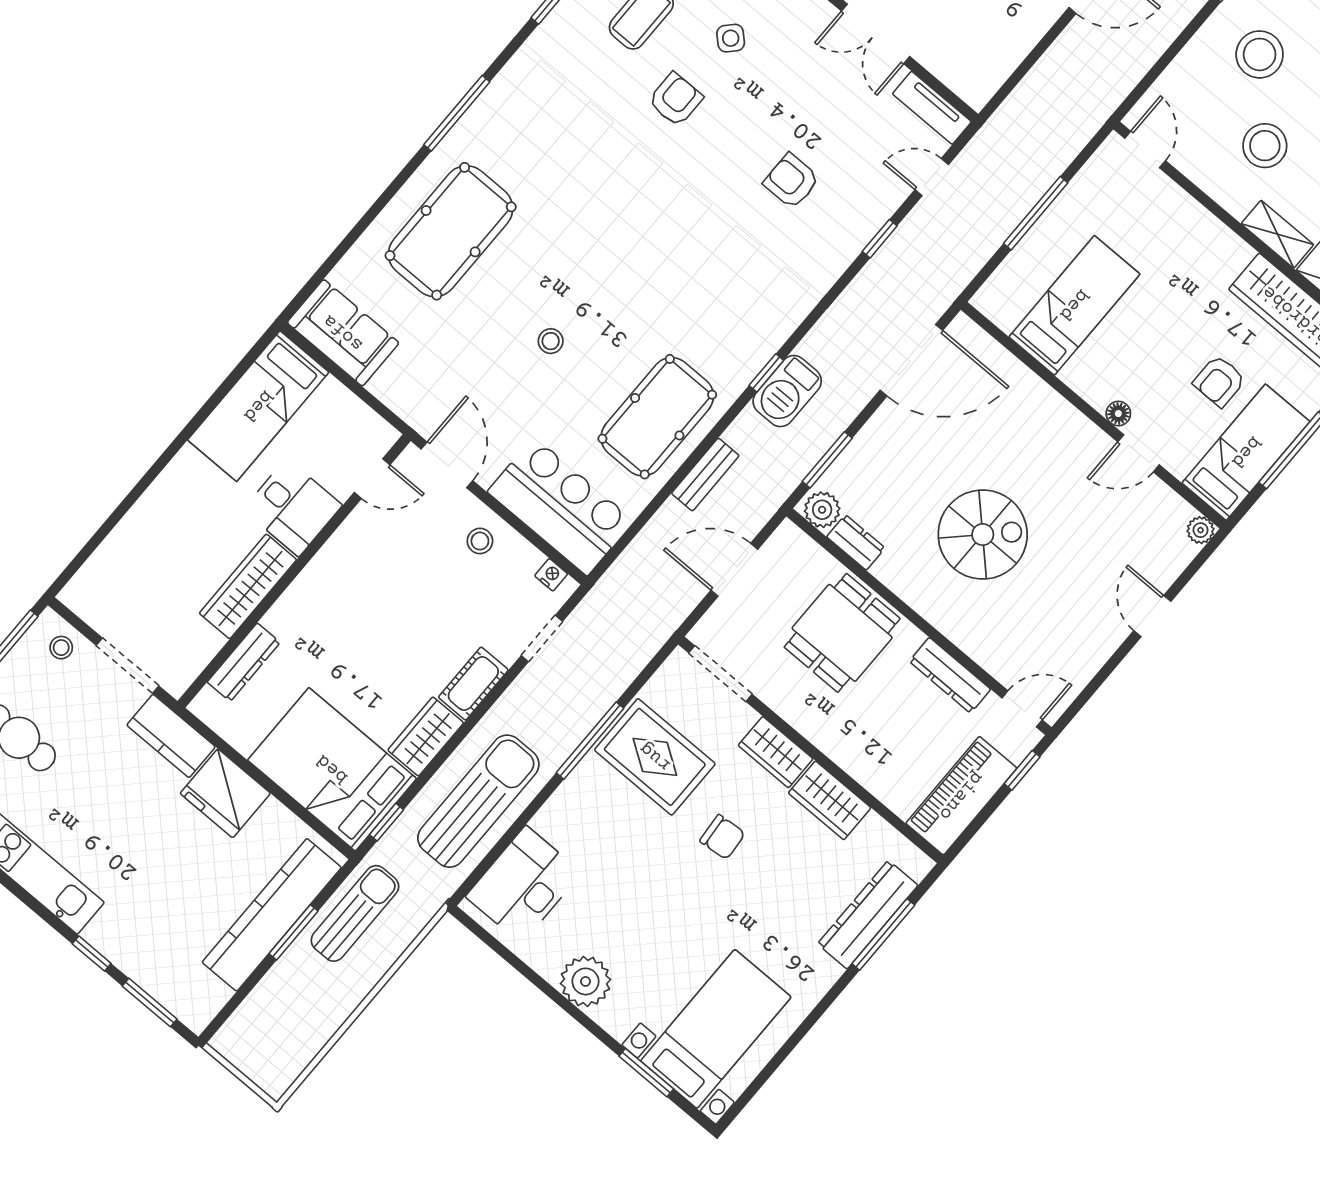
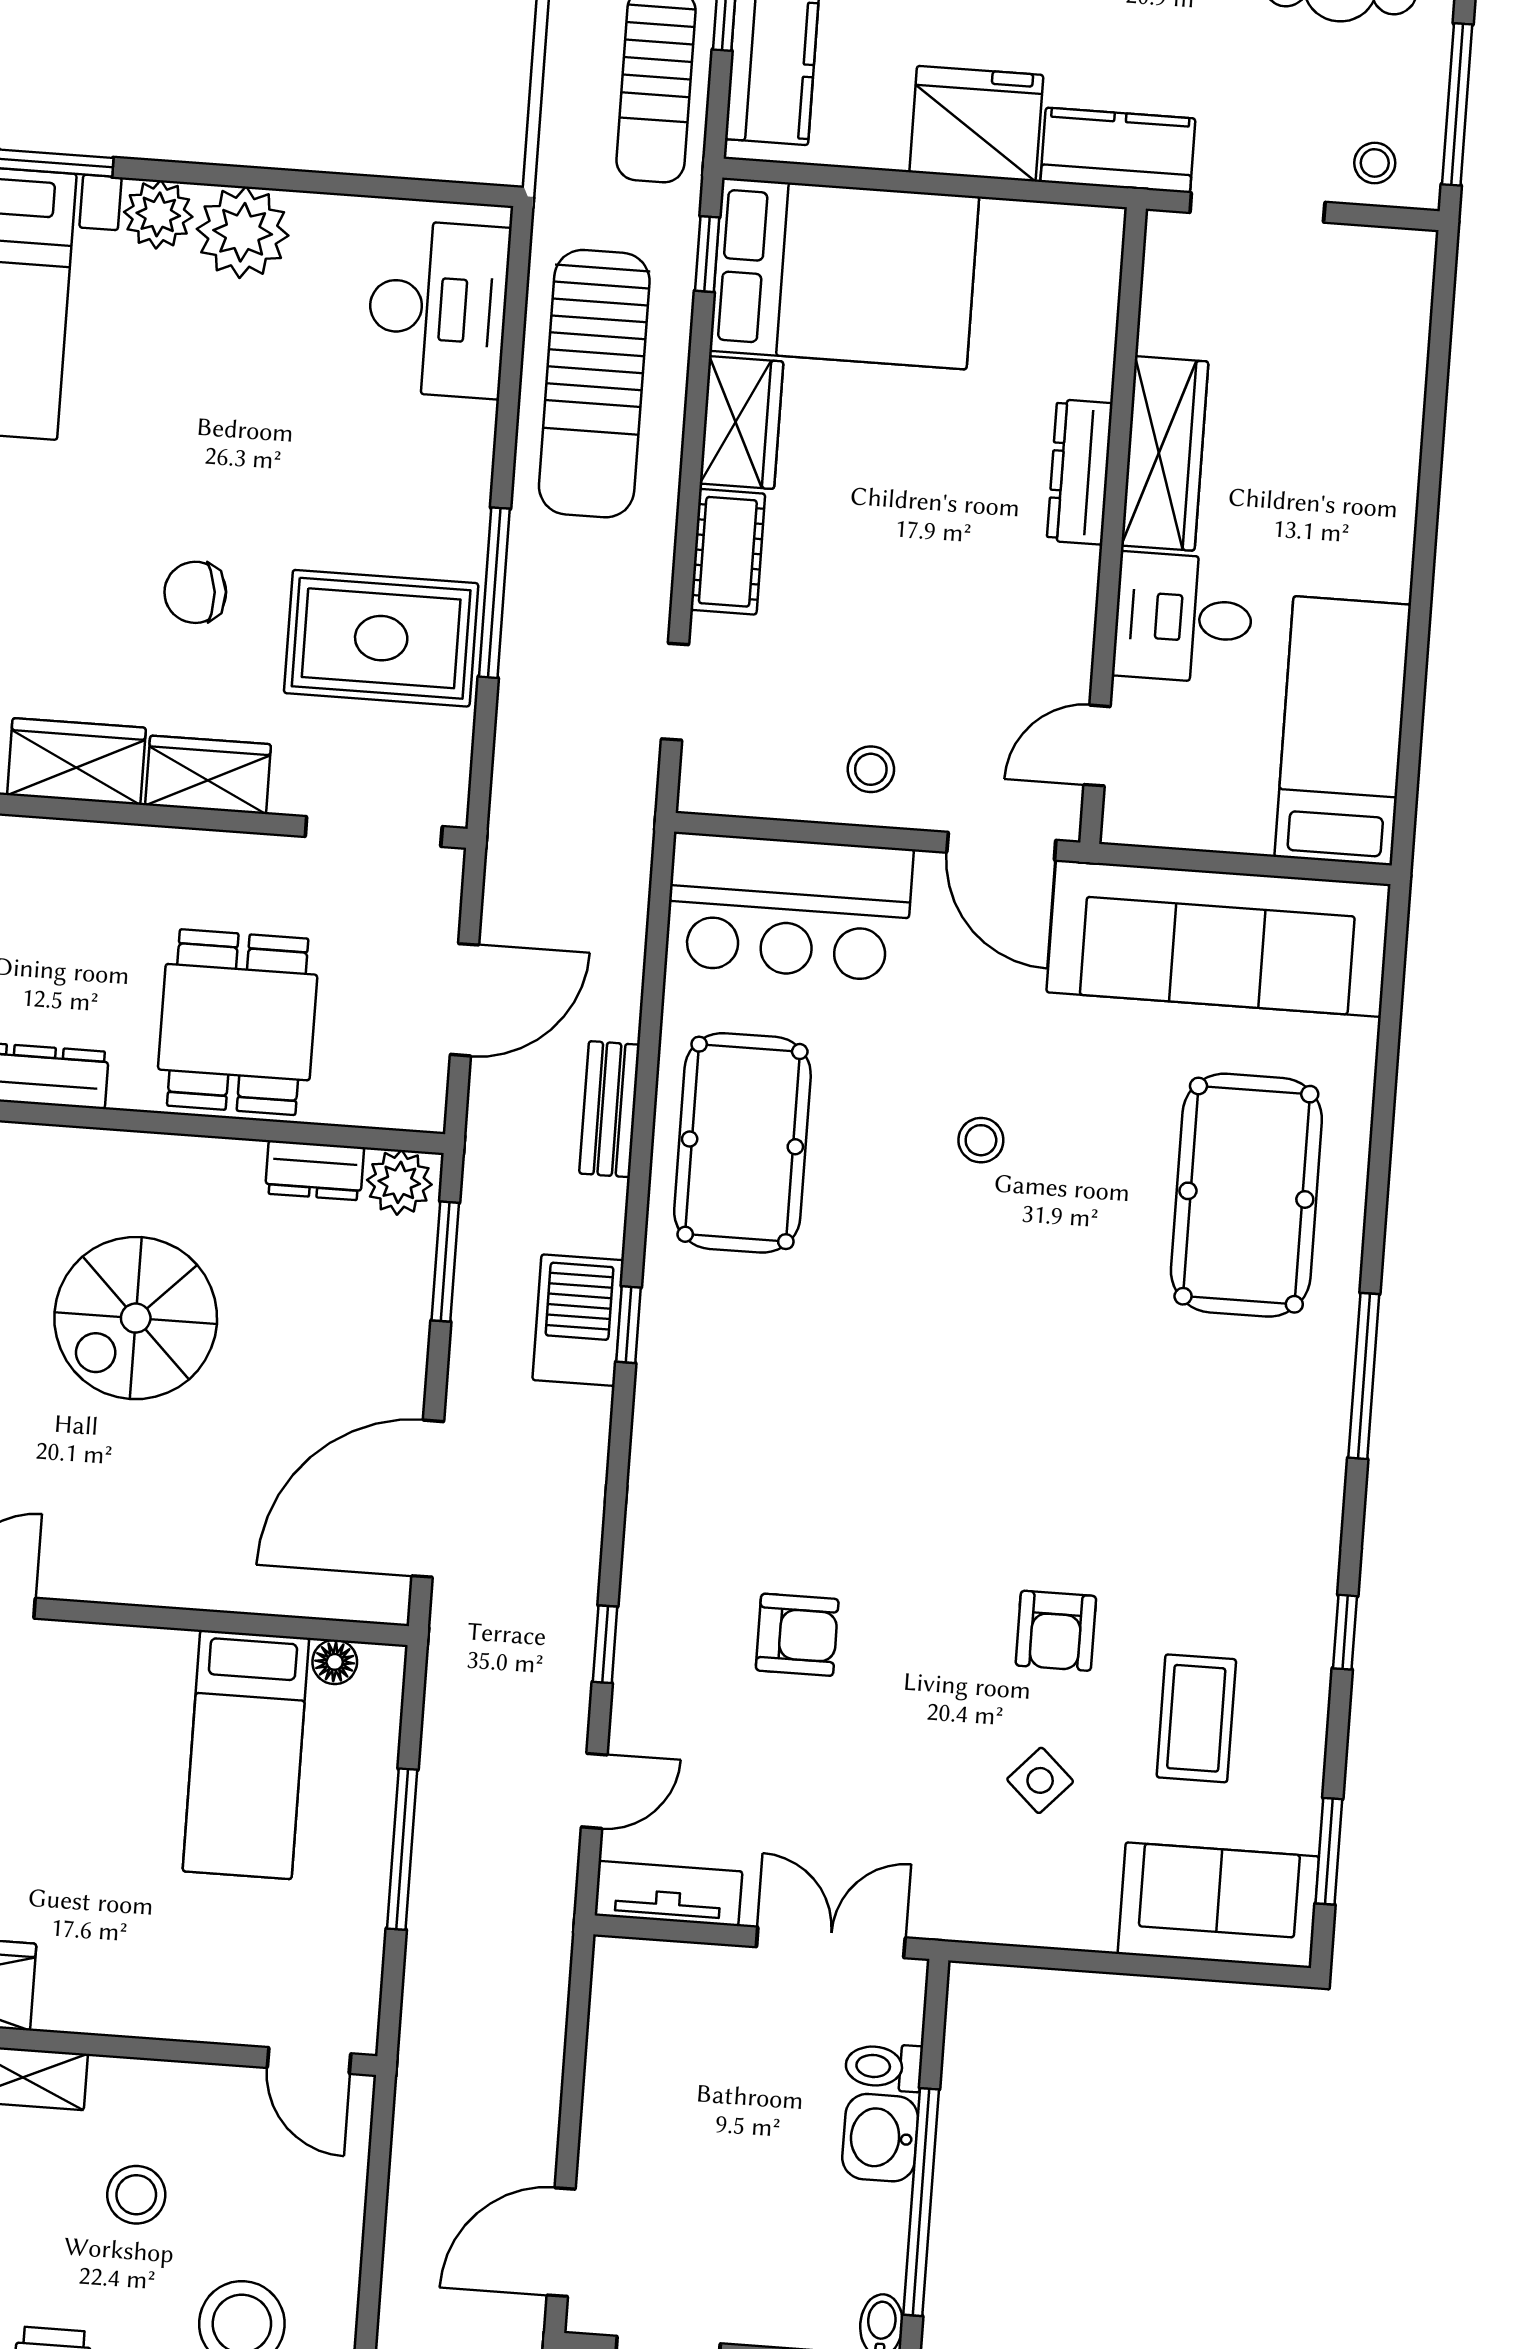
stool: (1265, 146) -> (136, 2195), width x0.73, depth x0.73
sofa: (343, 333) -> (1218, 938), width x1.85, depth x1.27
floor lamp: (1118, 414) -> (335, 1662), moved
nightstand: (551, 575) -> (730, 796), removed
dresser: (244, 662) -> (1080, 472), moved
plant: (617, 1017) -> (158, 214), added

